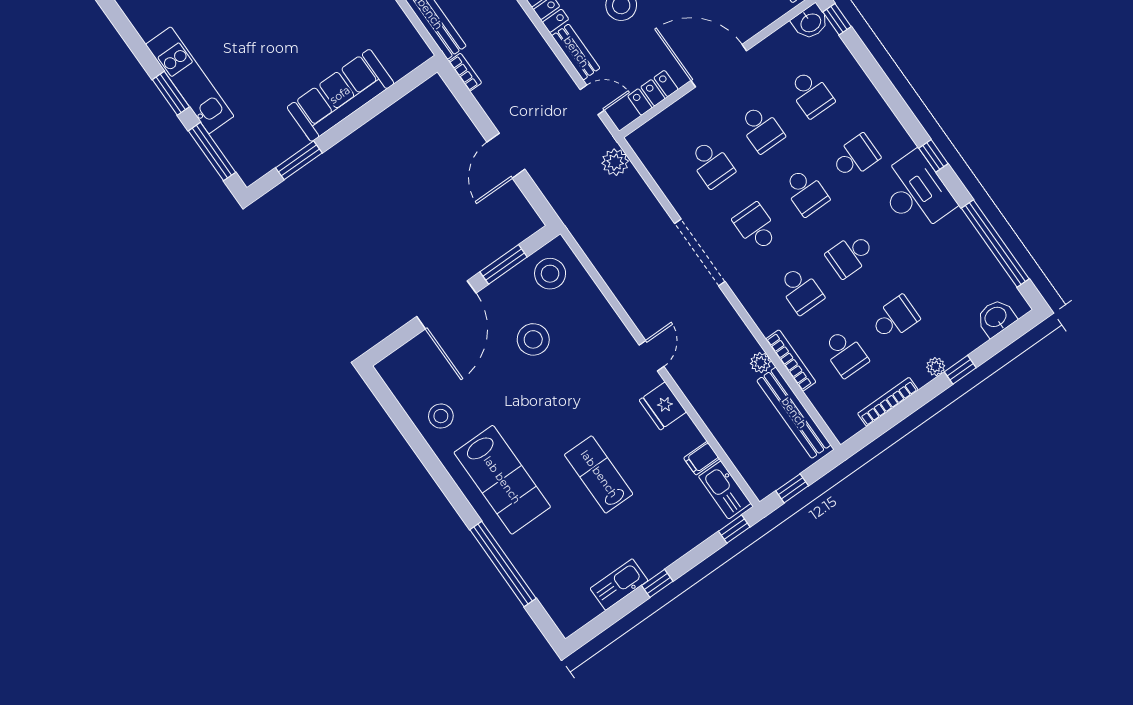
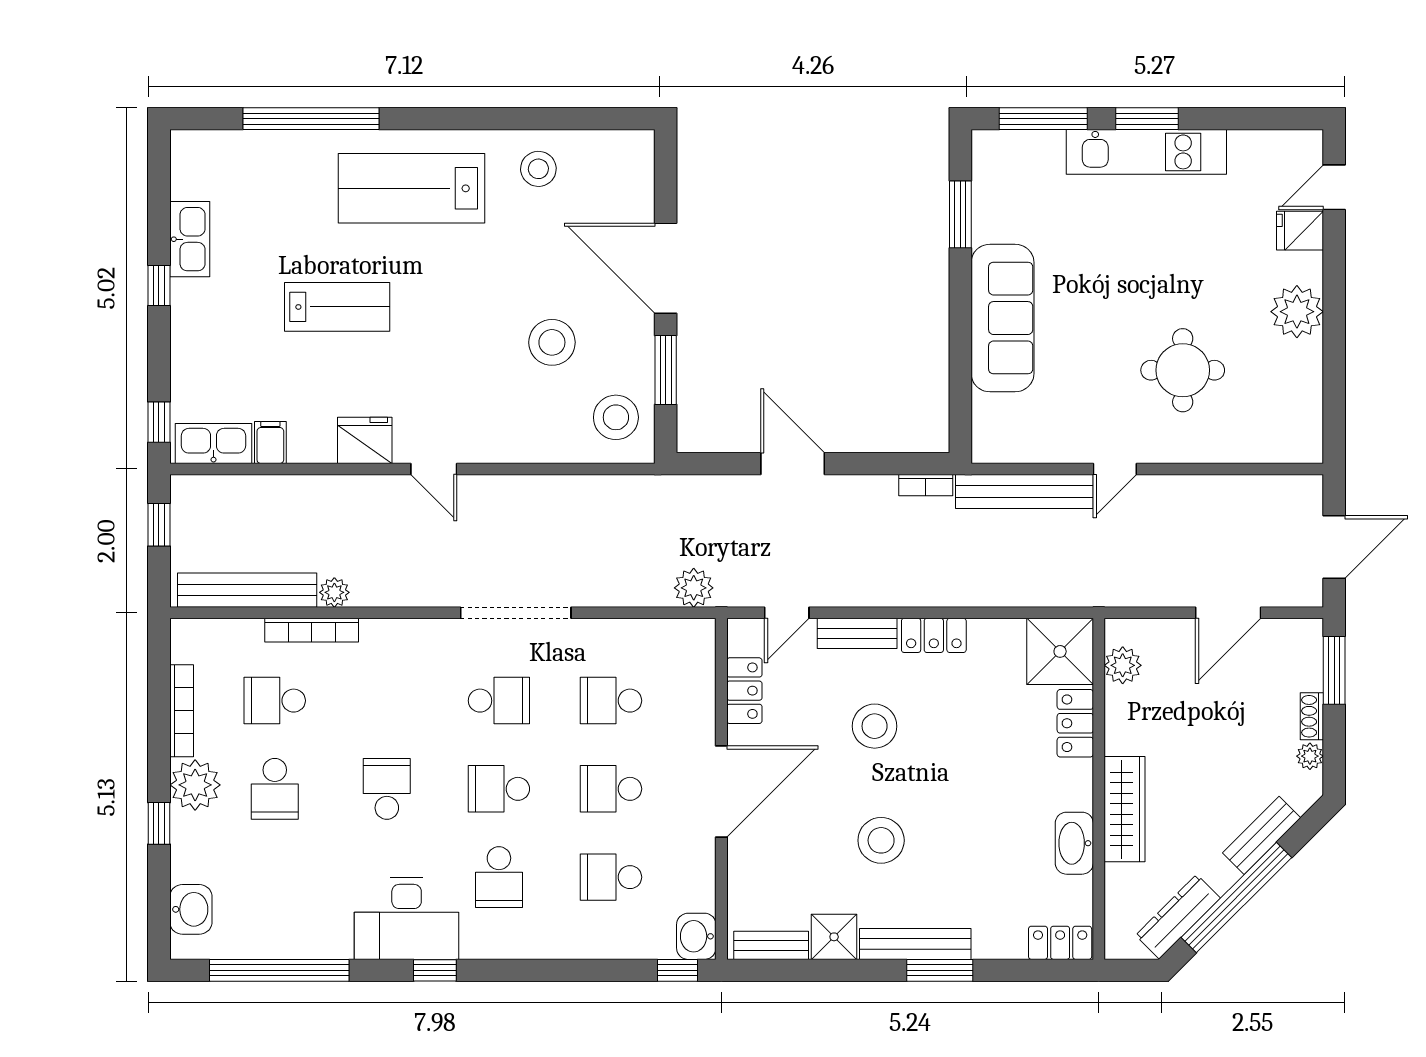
school desk: (801, 290) -> (387, 701), removed
plant: (936, 367) -> (195, 785), width x1.87, depth x1.87

